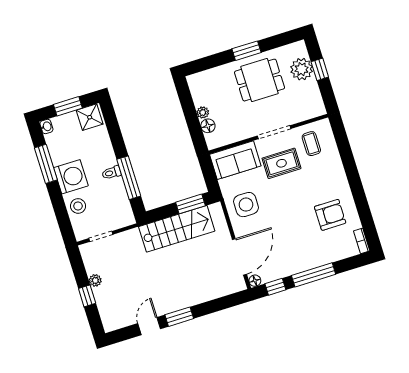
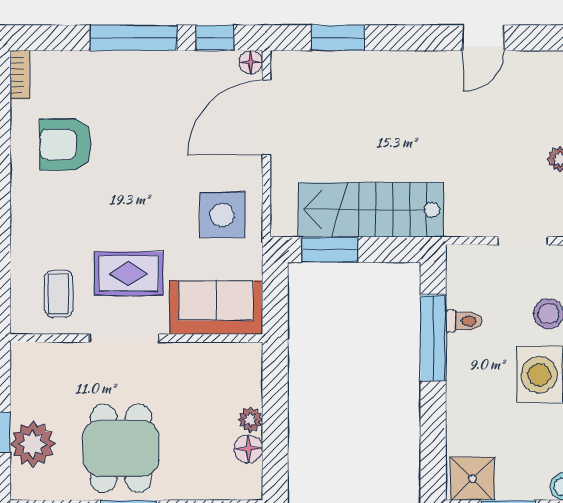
dining table: (259, 80) -> (121, 448), turned 90
floor lamp: (208, 126) -> (248, 449), moved
toilet: (111, 173) -> (464, 321), moved
window: (179, 317) -> (338, 38), moved

